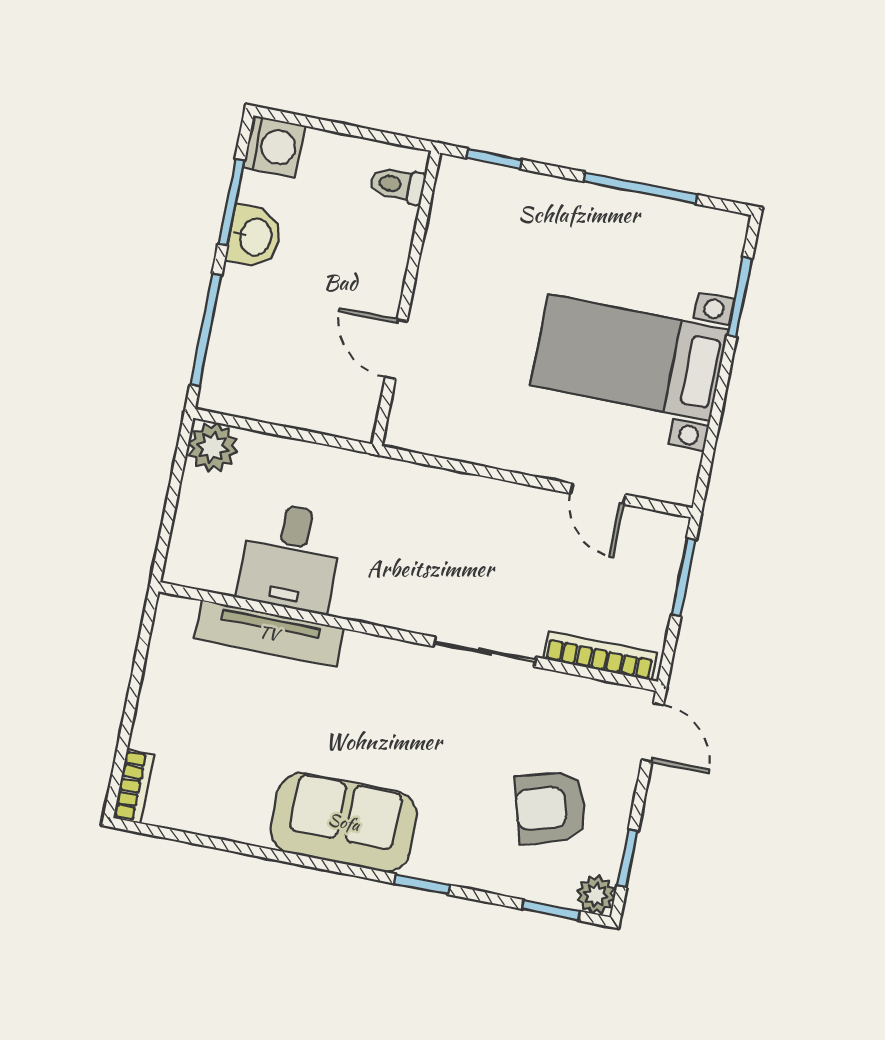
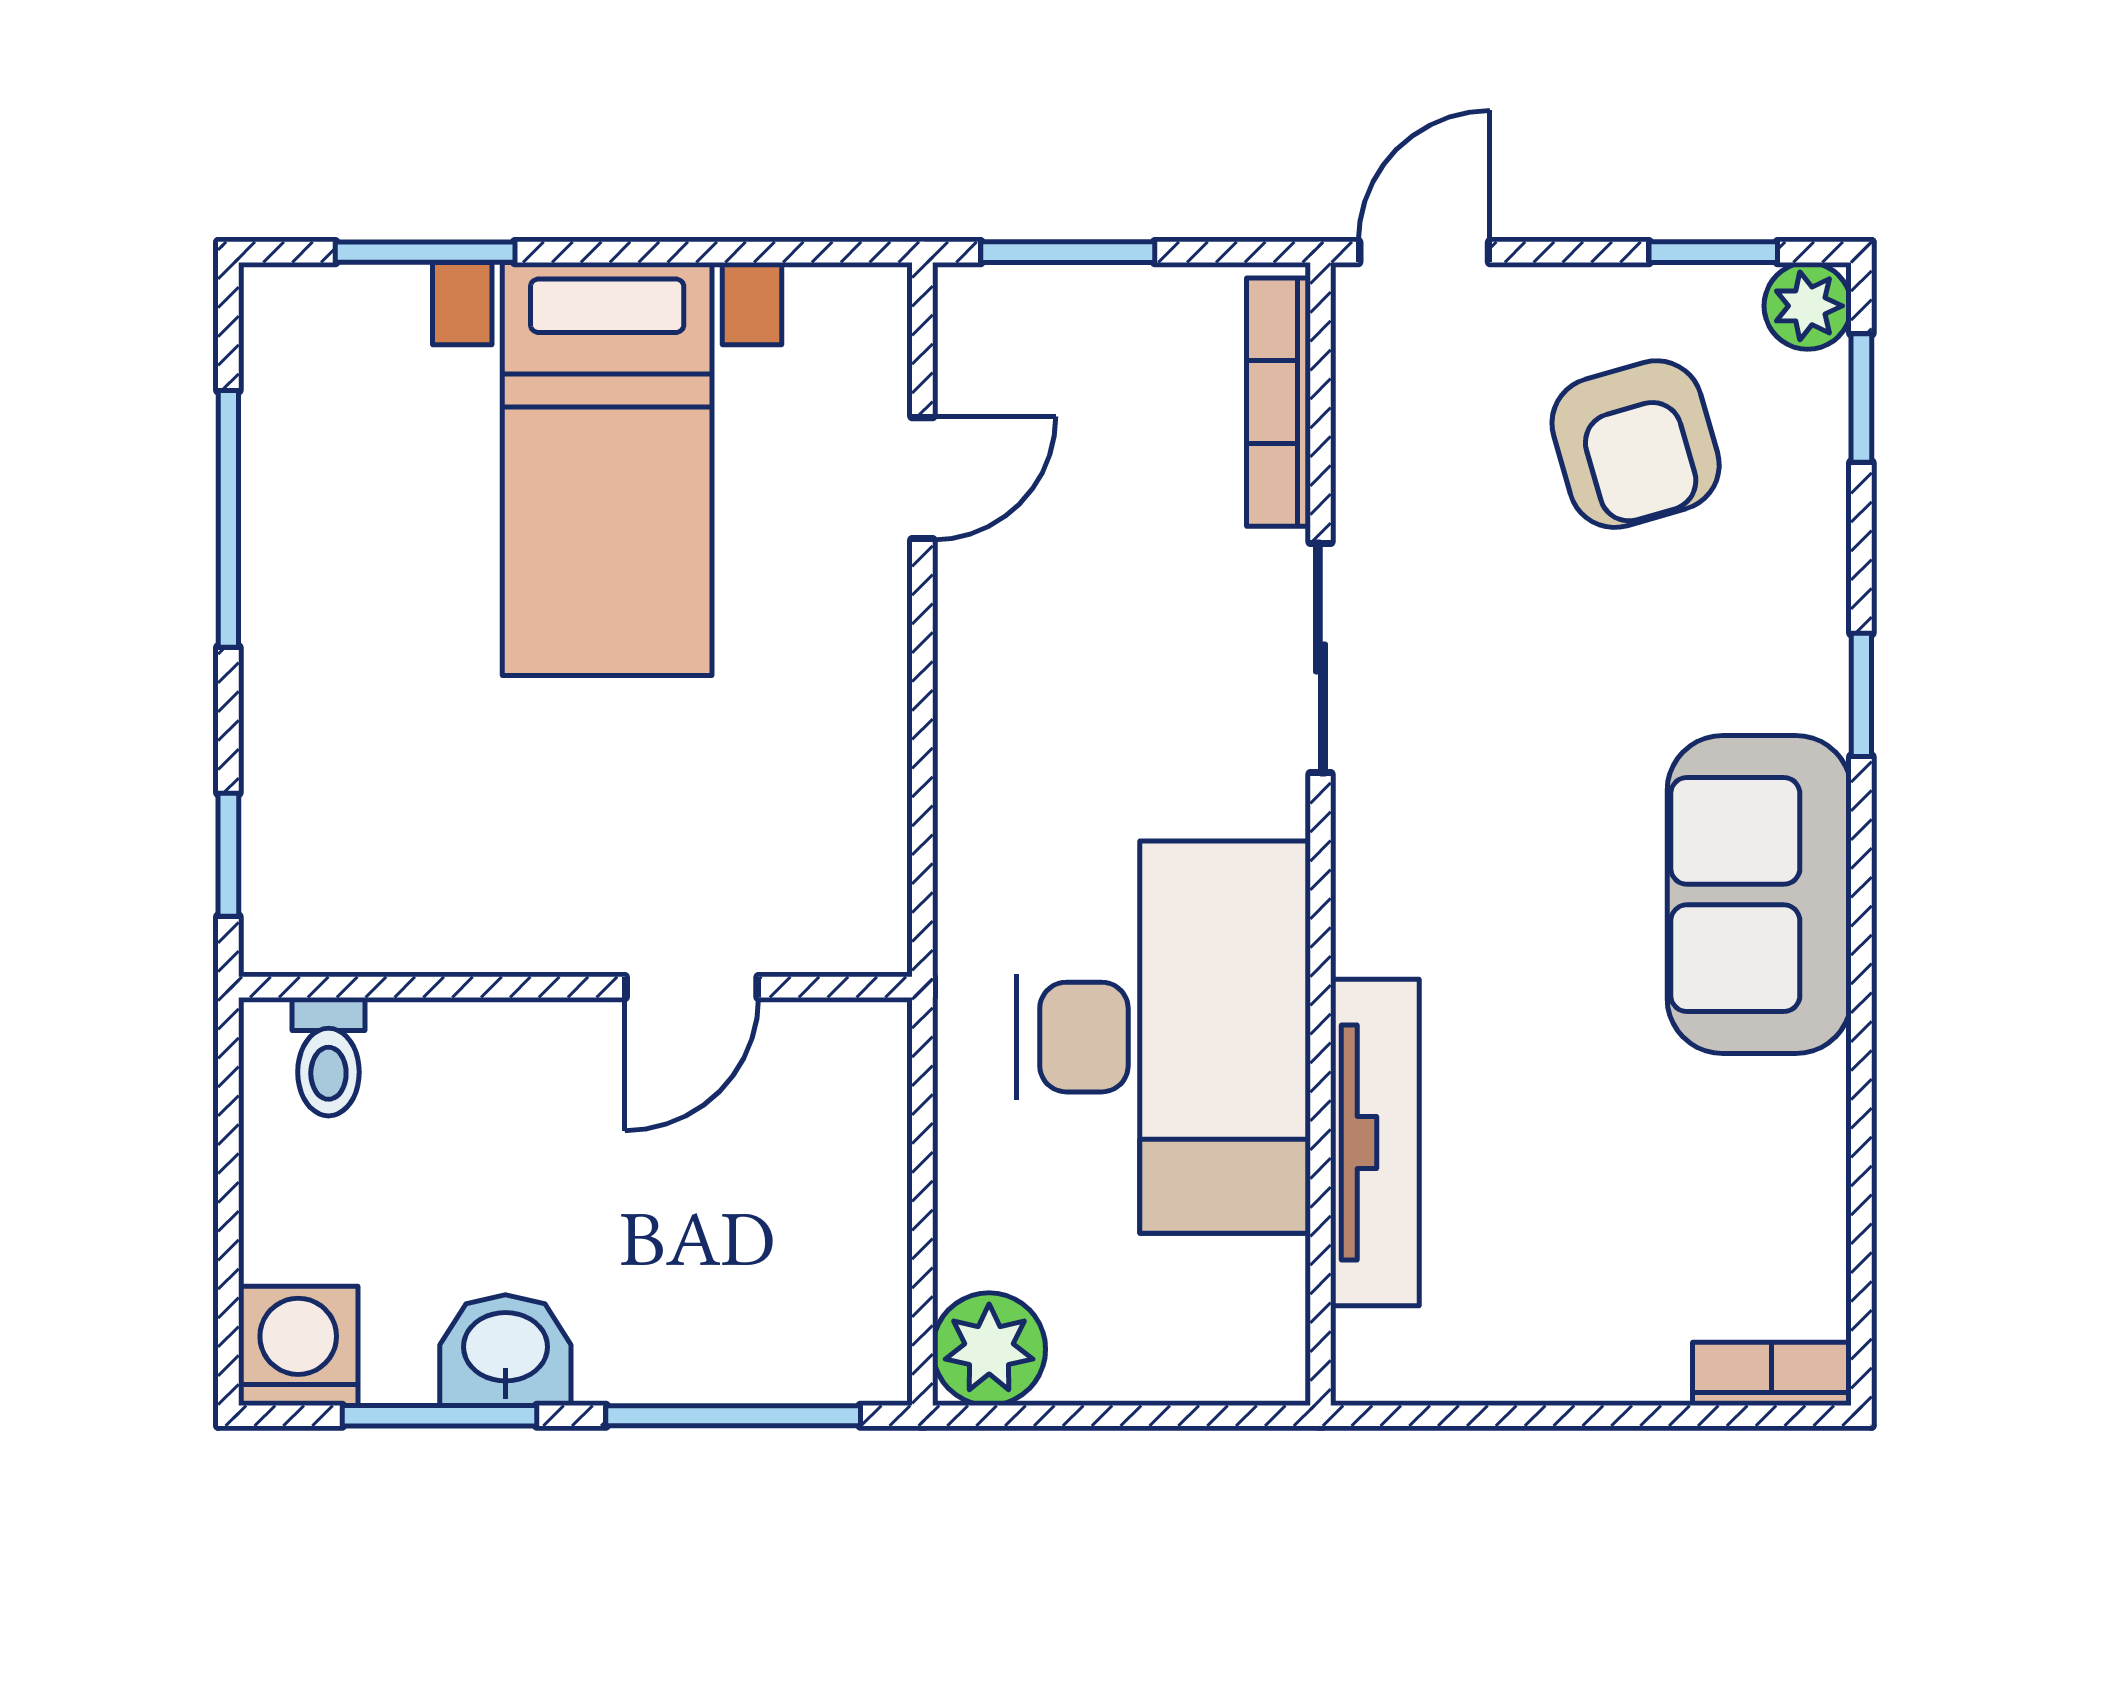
desk: (291, 557) -> (1163, 1037), width x1.87, depth x1.30

